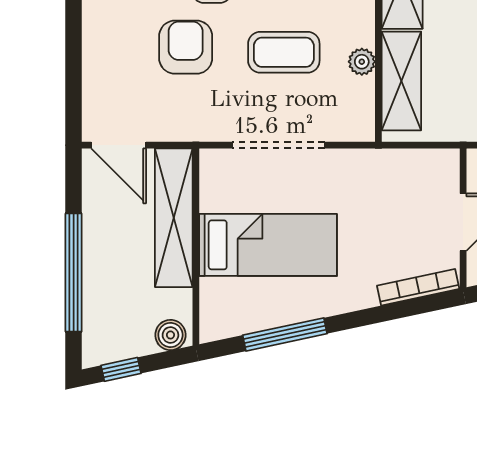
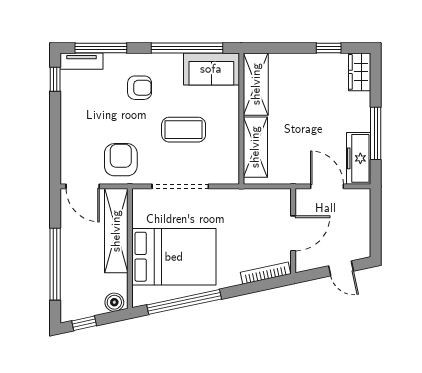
armchair: (186, 47) -> (121, 160), moved
plant: (362, 62) -> (231, 135), removed
bed: (268, 245) -> (174, 257), width x1.50
window: (285, 334) -> (184, 302), width x1.46

